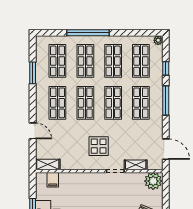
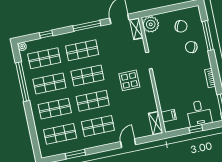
window: (88, 33) -> (22, 82), moved
window: (166, 100) -> (87, 26), moved
shelving: (136, 165) -> (136, 29), moved

